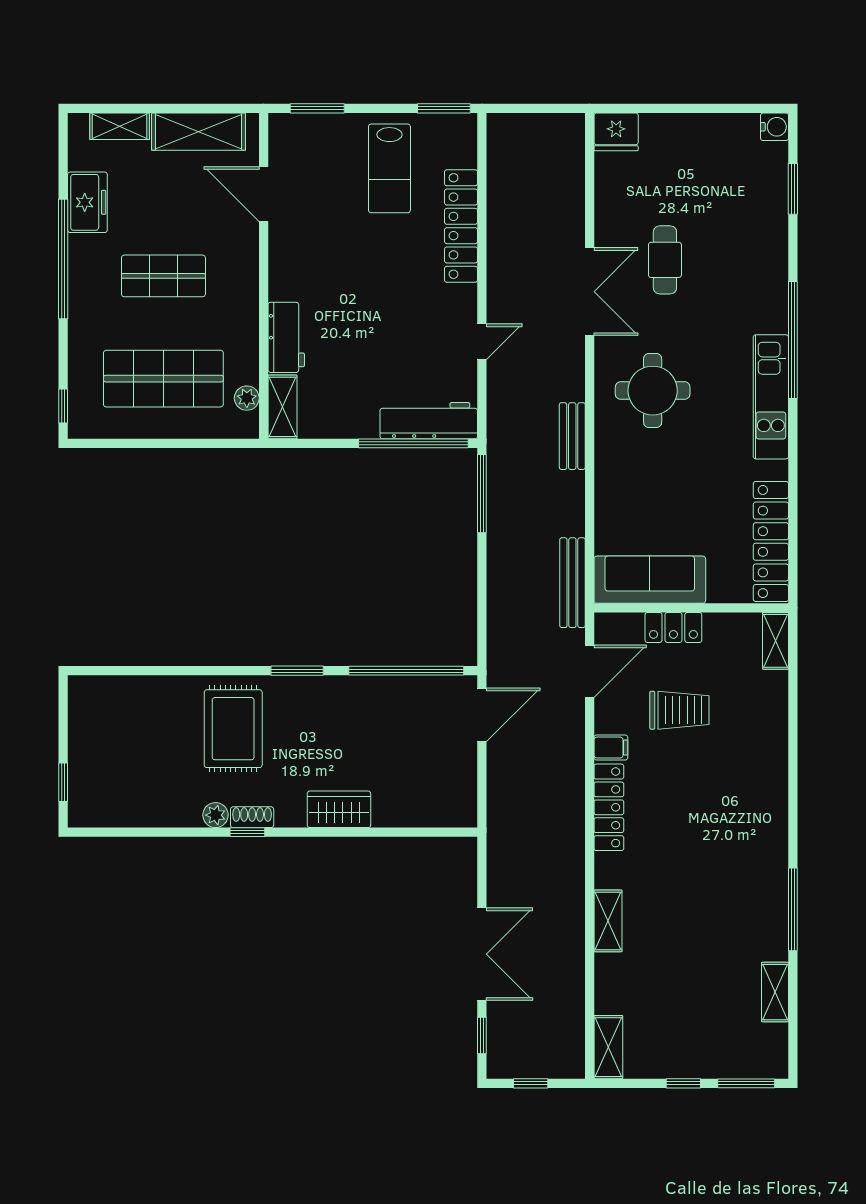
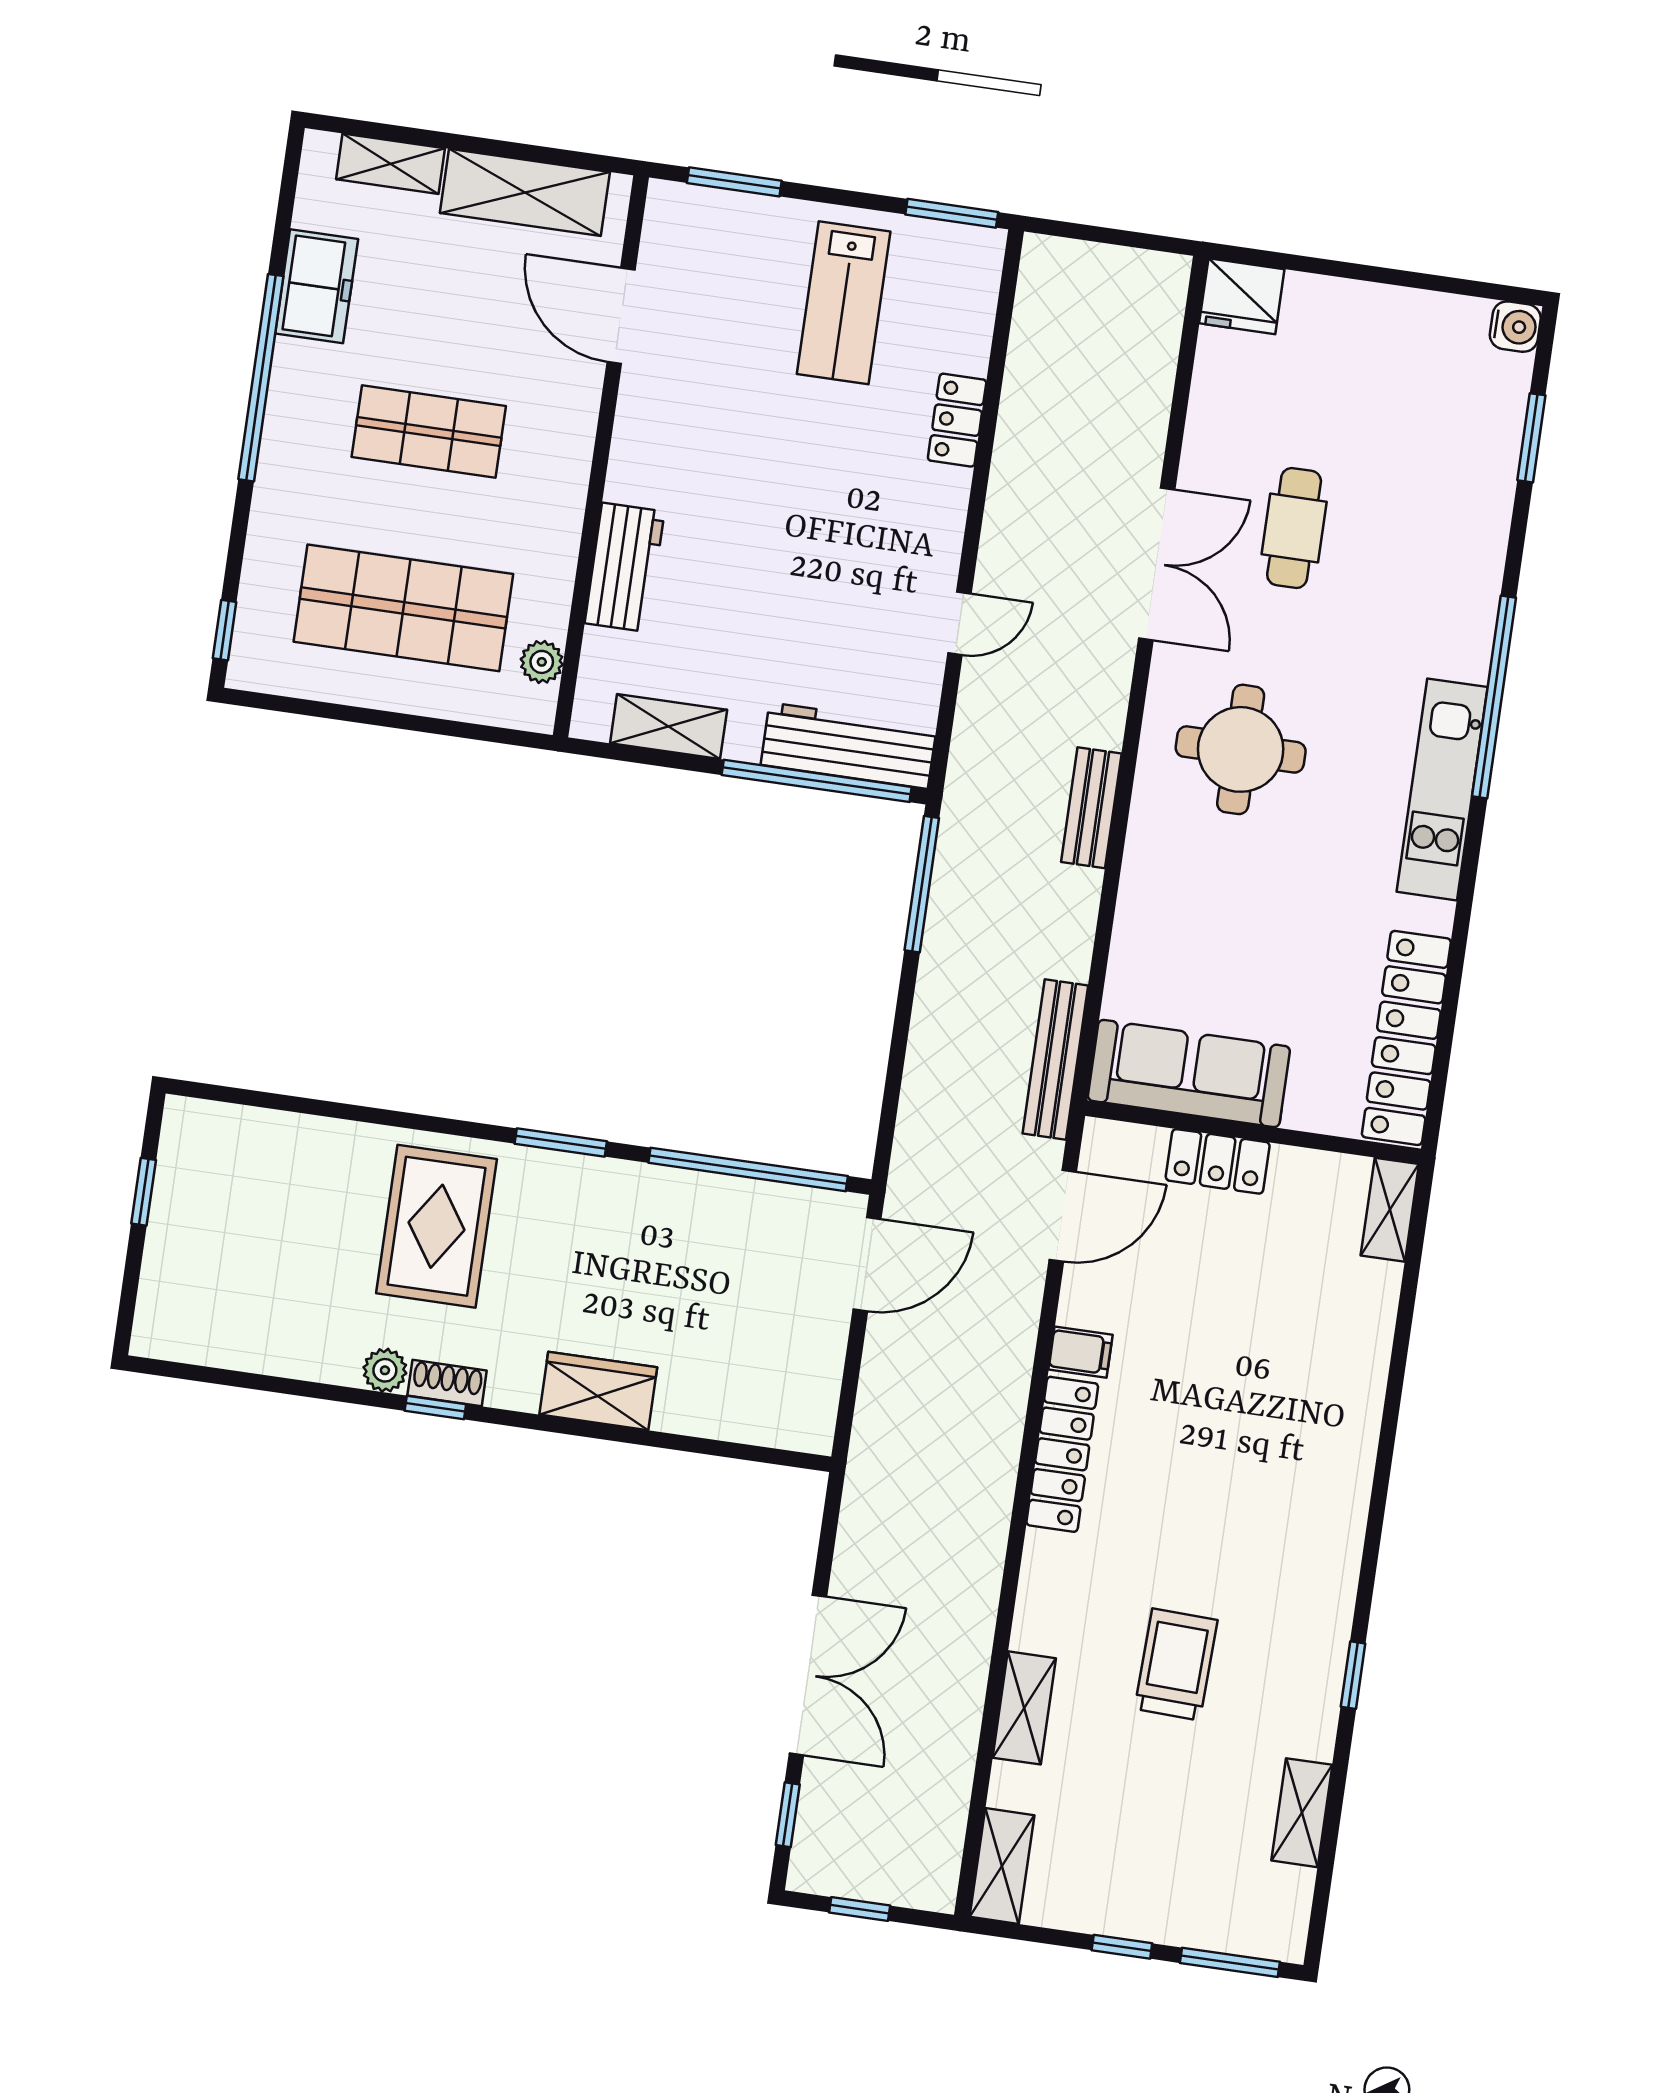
locker: (461, 226) -> (957, 420), width x0.46, depth x0.83
shelving: (282, 407) -> (669, 726), moved, turned 90
trolley: (679, 710) -> (1176, 1664), moved, turned -88
window: (63, 782) -> (144, 1192), moved
window: (793, 909) -> (1353, 1675), width x0.46
shelving: (608, 921) -> (1024, 1708), moved

